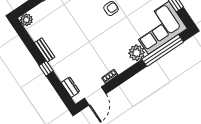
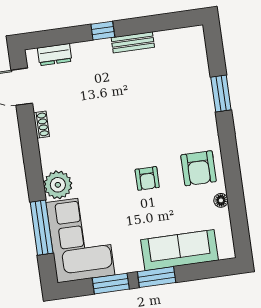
plant: (26, 20) -> (194, 37), removed
window: (163, 51) -> (42, 228), width x0.68

